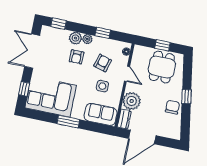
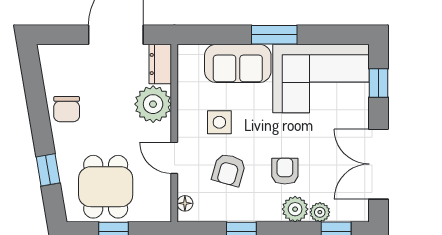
plant: (87, 39) -> (320, 212), moved
double door: (32, 51) -> (379, 164), swing flipped
window: (186, 97) -> (48, 170), moved
sofa: (101, 114) -> (238, 63), moved

